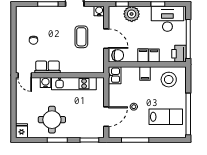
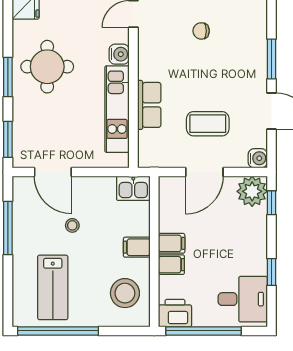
plant: (132, 14) -> (252, 191), moved
desk: (167, 19) -> (243, 299), width x0.73
chair: (118, 55) -> (172, 194), removed
row of seats: (47, 67) -> (149, 105), moved

